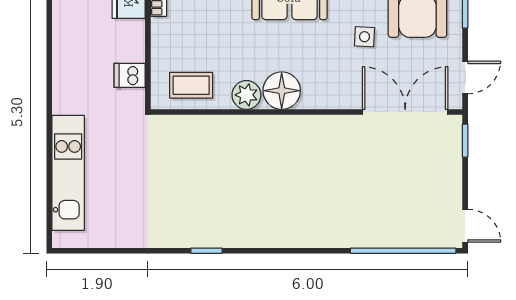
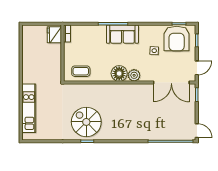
dishwasher: (130, 75) -> (55, 67), removed
plant: (246, 95) -> (134, 75), moved
double door: (405, 112) -> (171, 83), swing flipped
spiral stairs: (204, 205) -> (86, 122), added

